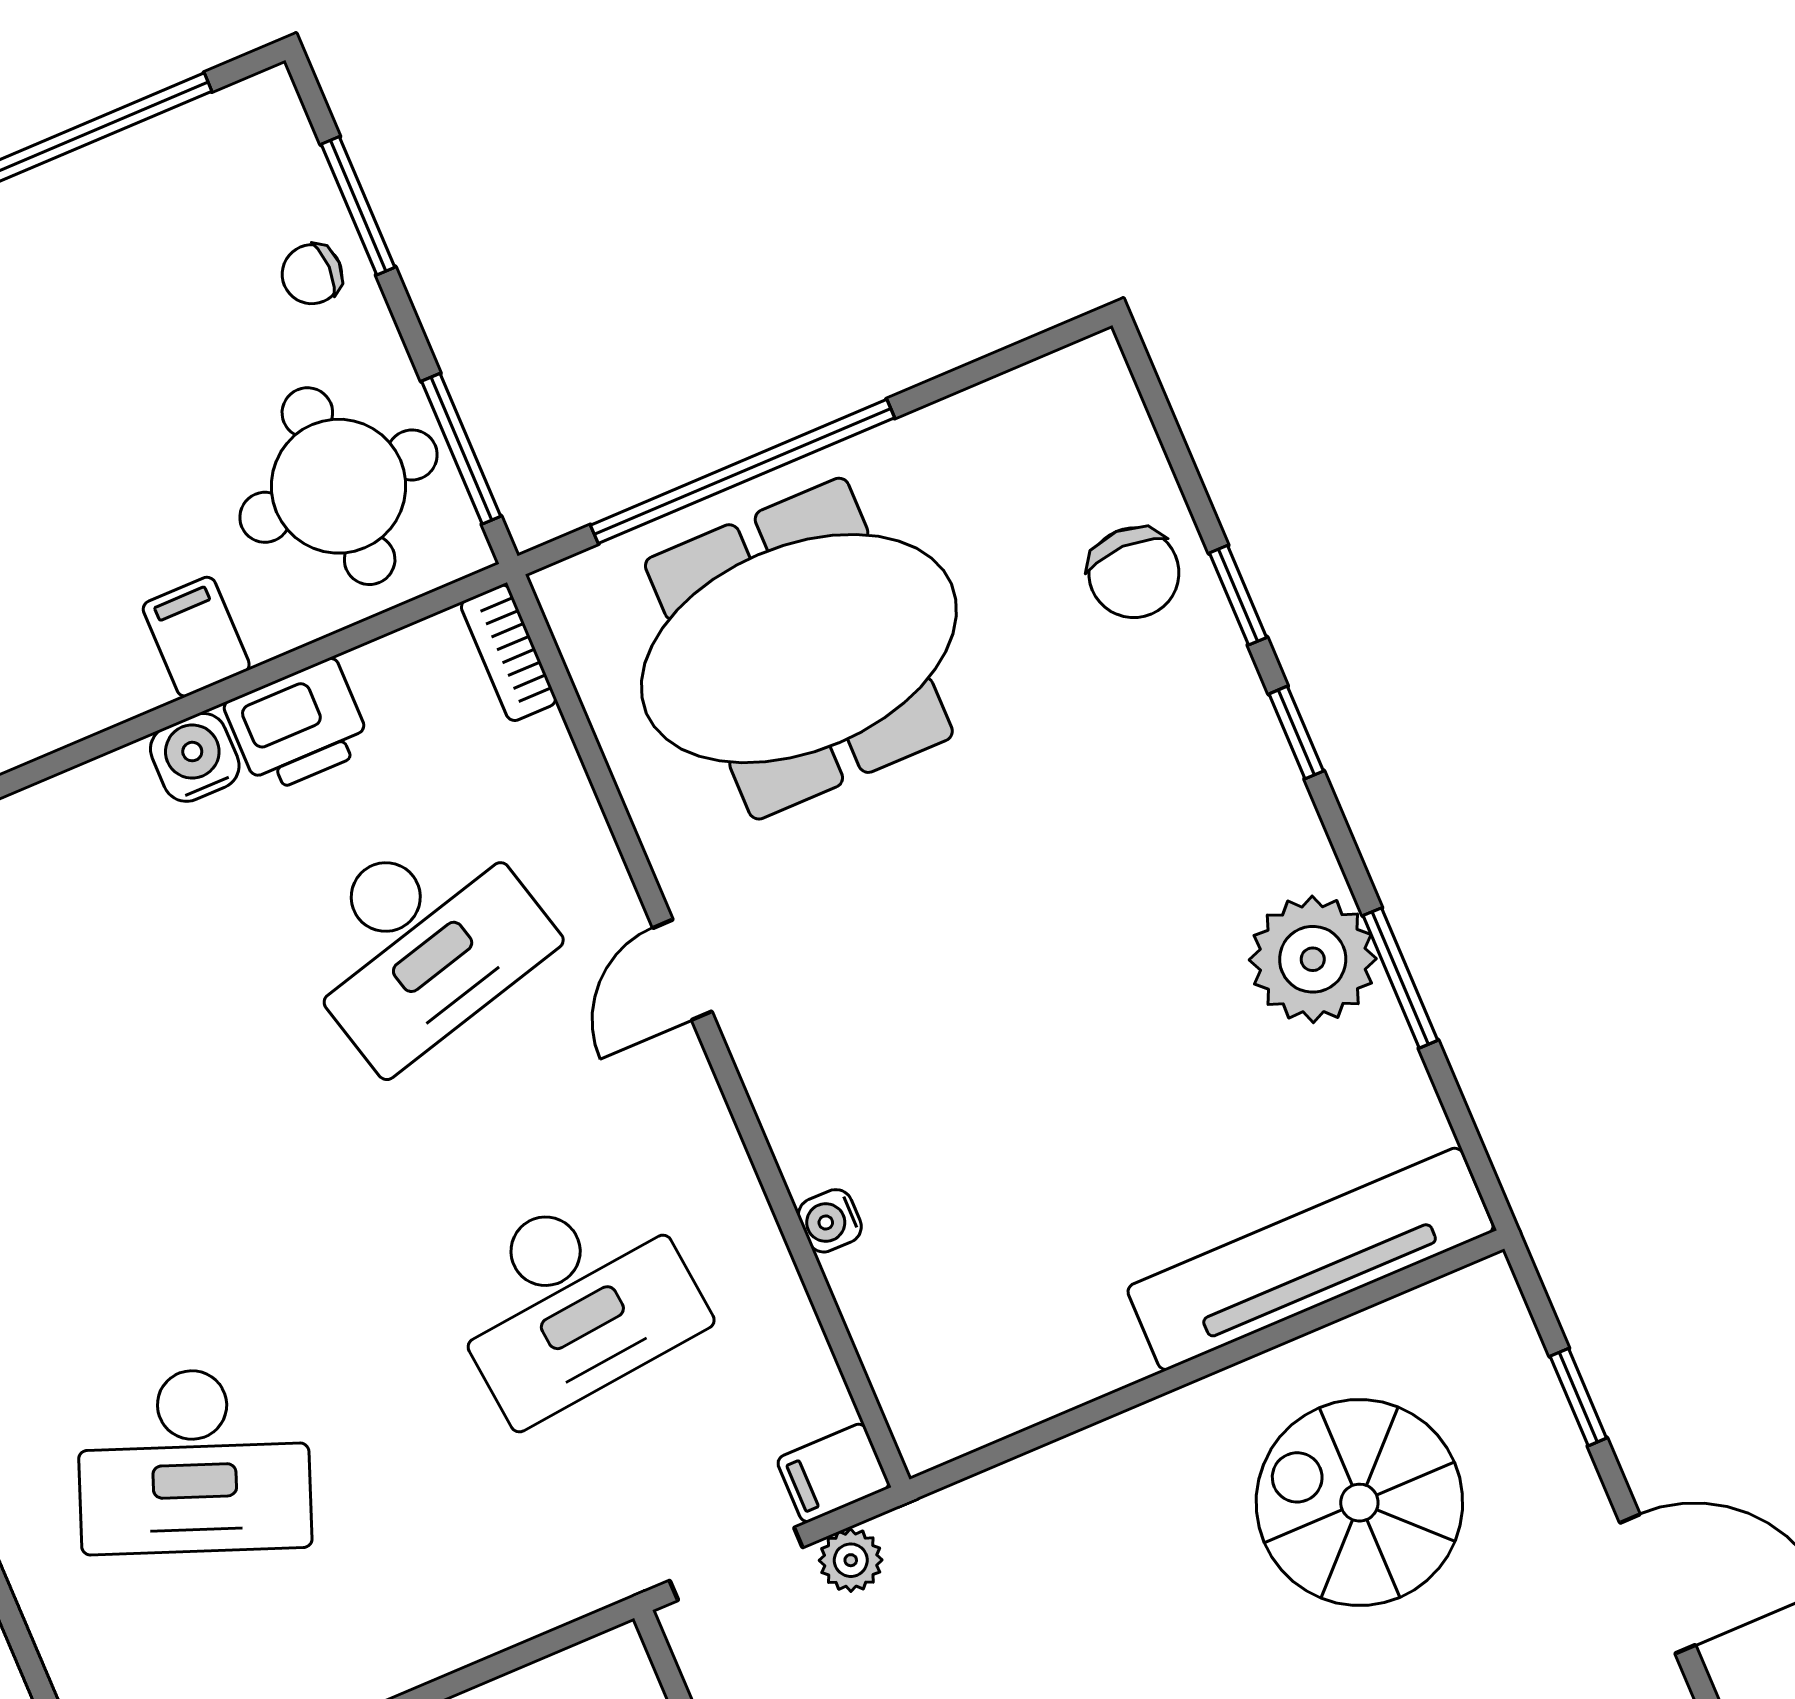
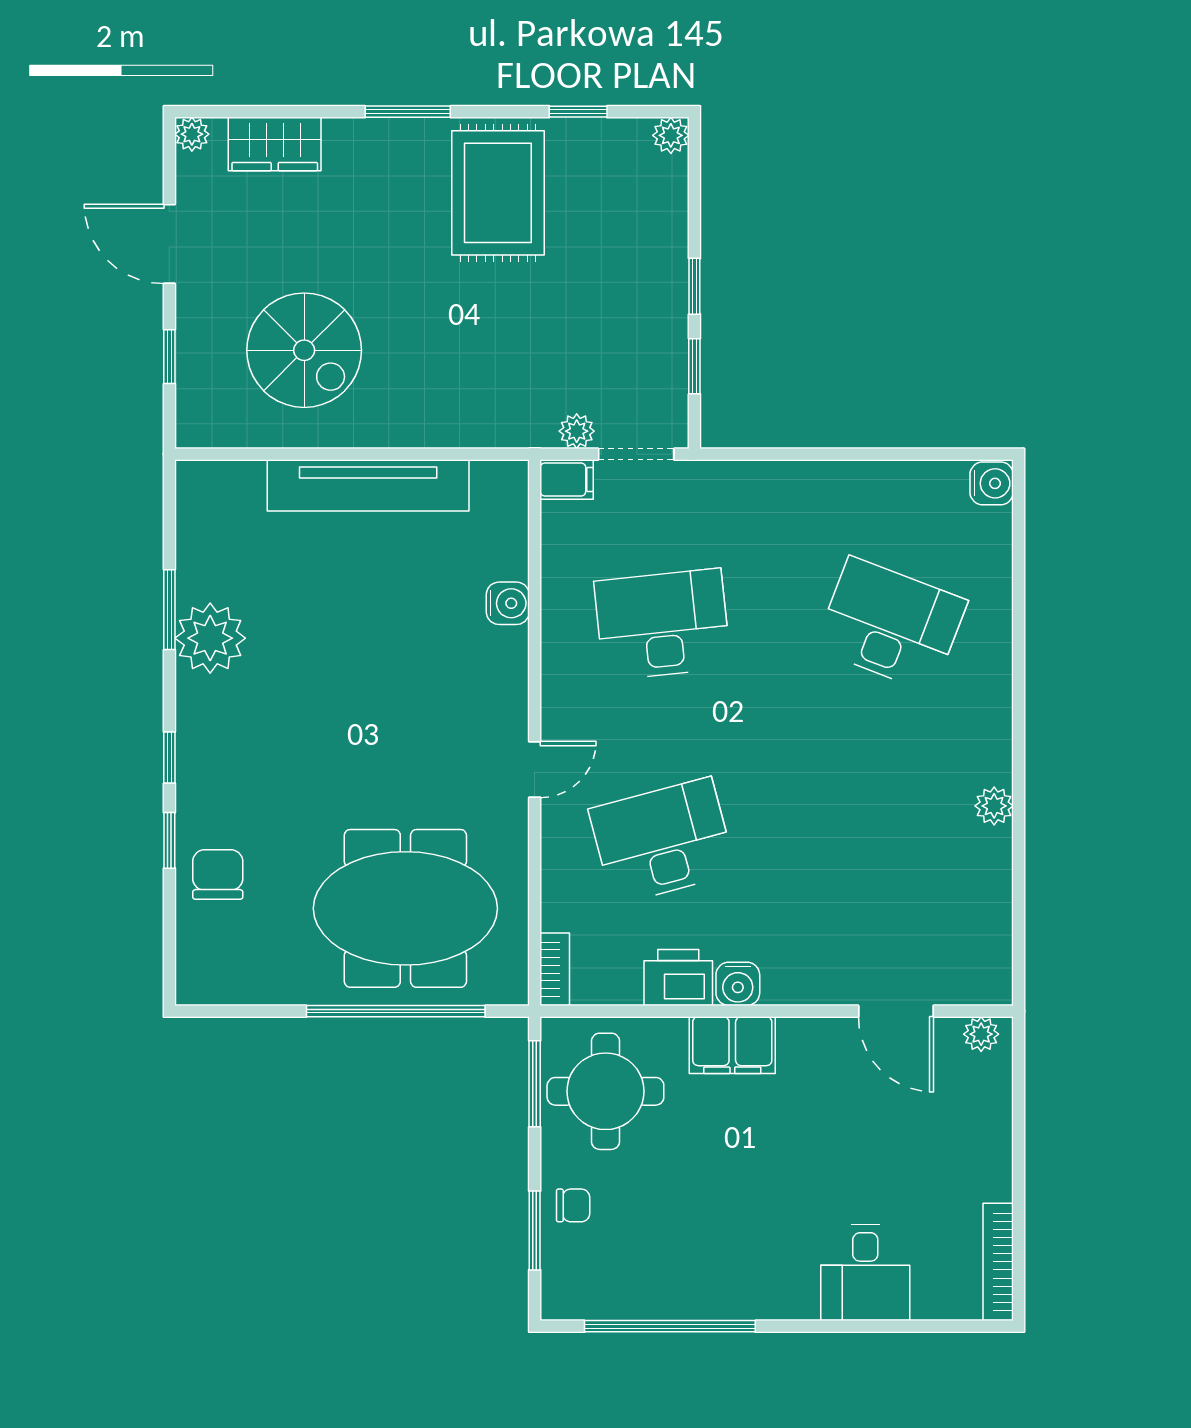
filing cabinet: (196, 637) -> (732, 1045), width x2.00
water cooler: (830, 1221) -> (508, 603), width x1.38, depth x1.38
tv unit: (1311, 1259) -> (368, 485), moved

